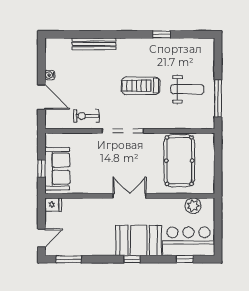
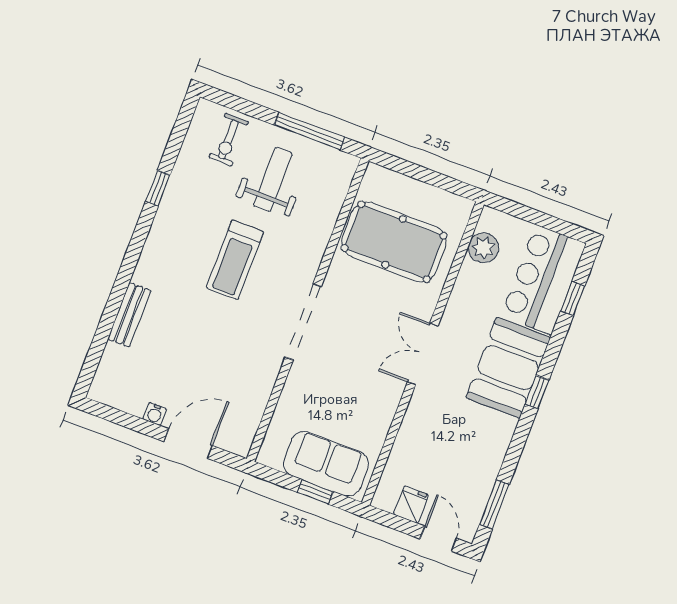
bench: (94, 44) -> (129, 315), width x0.73
exercise bike: (86, 116) -> (229, 140), moved
fridge: (53, 205) -> (411, 505), moved

